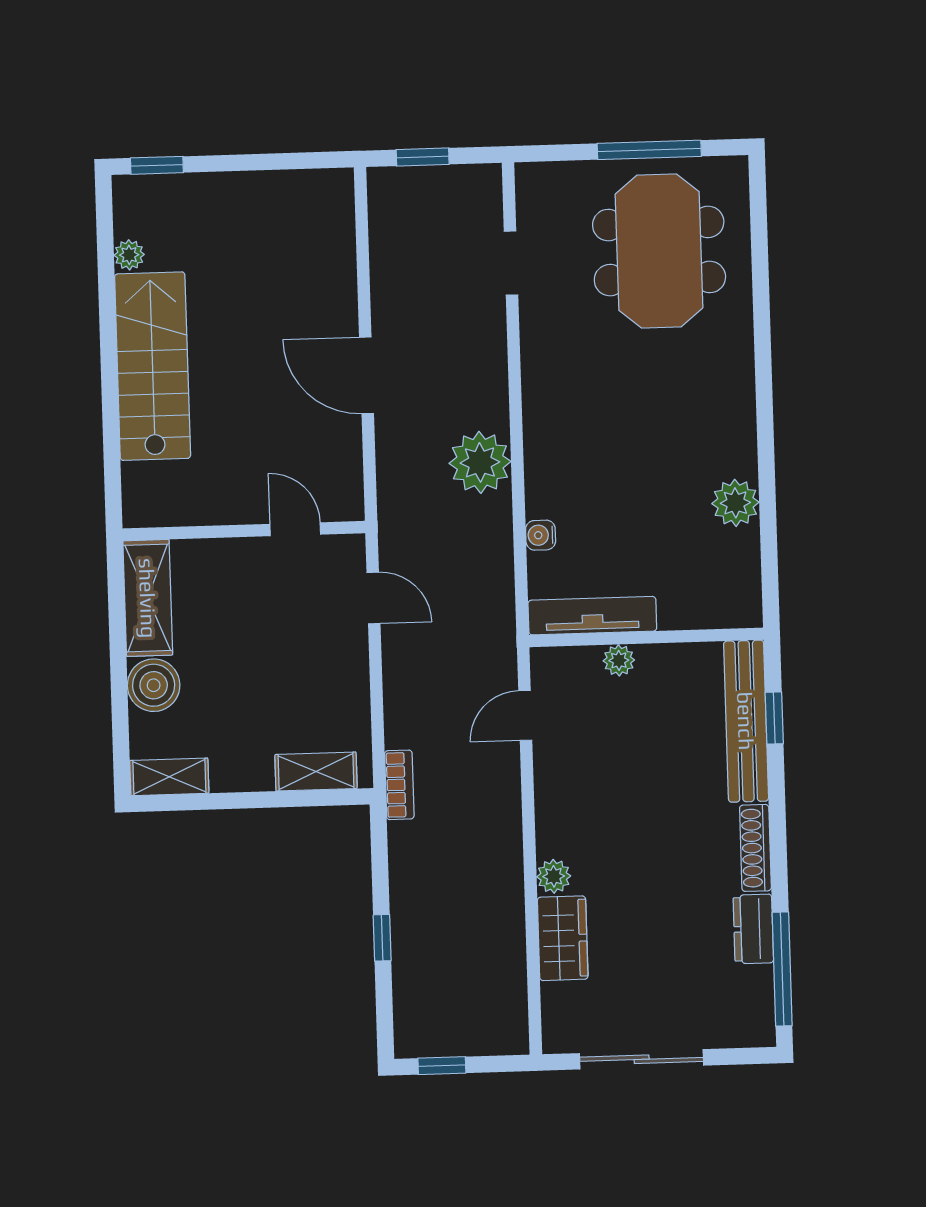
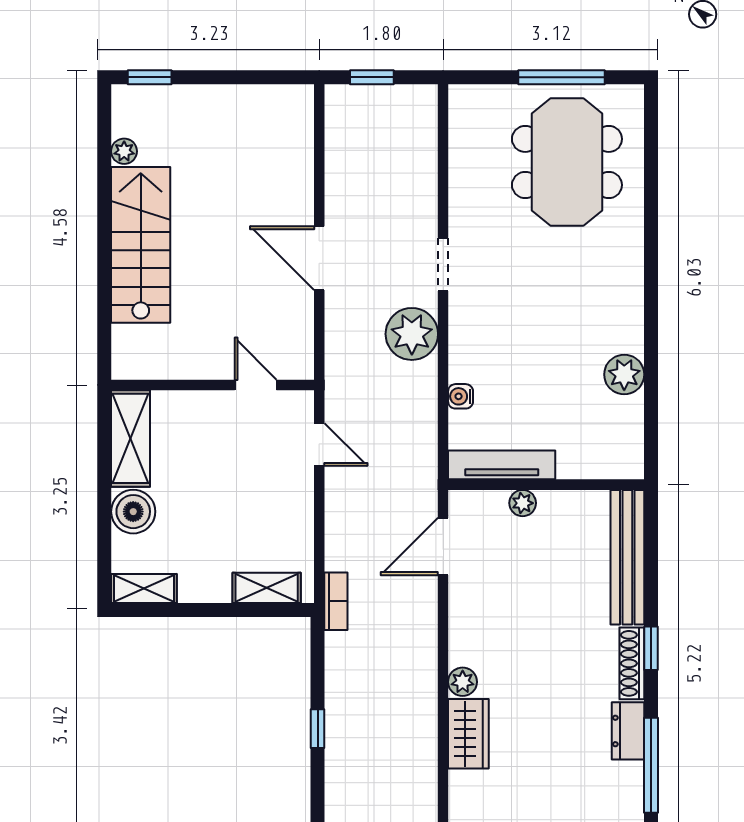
doorway: (511, 263) -> (443, 264), moved
door: (525, 715) -> (443, 547), width x1.38
window: (774, 718) -> (651, 648), moved

